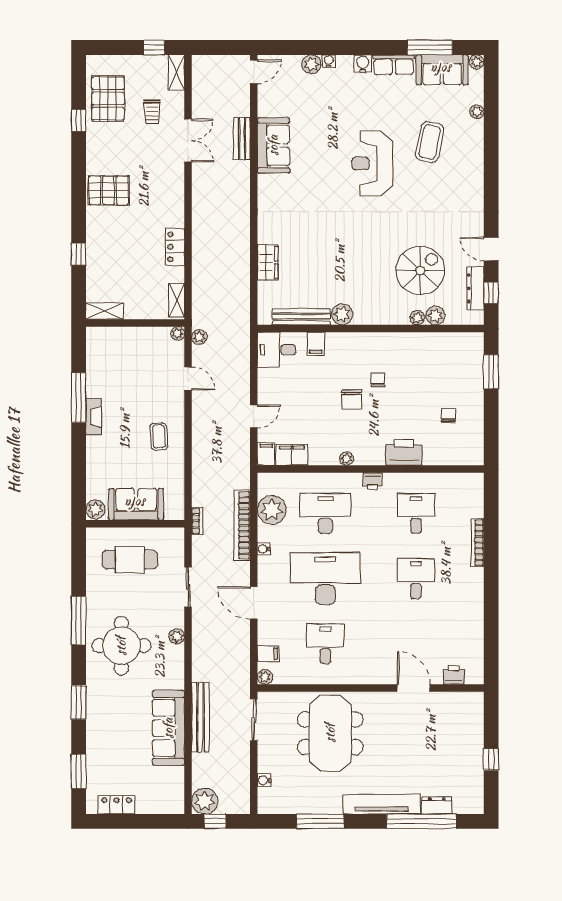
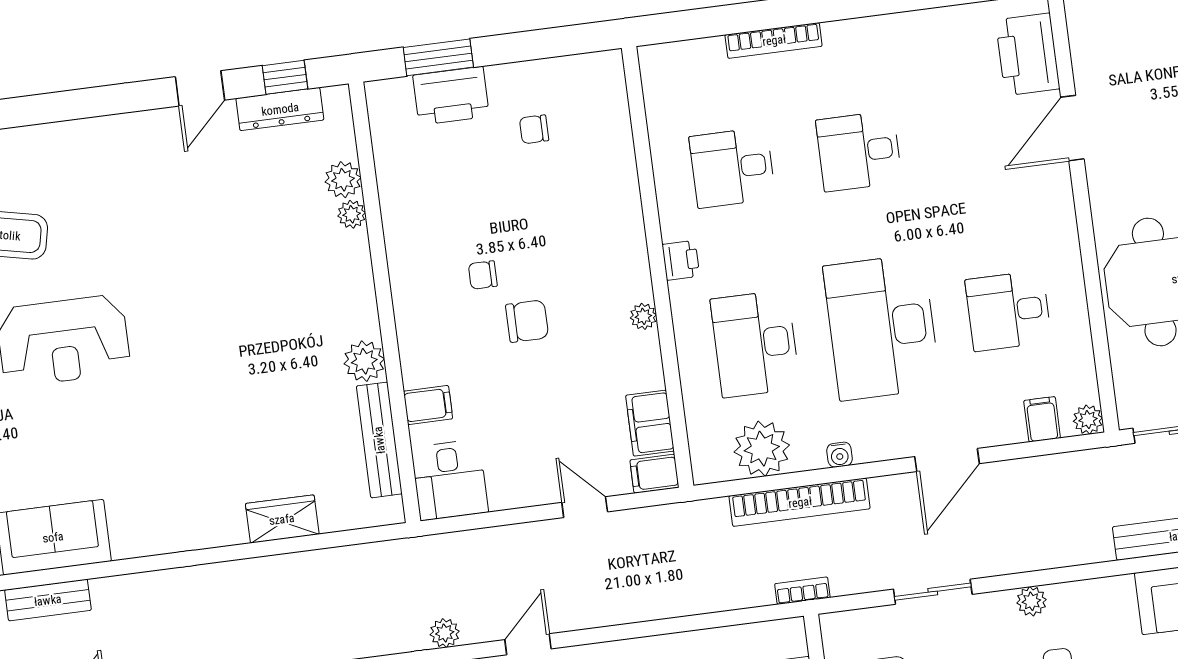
spiral stairs: (420, 271) -> (259, 220), removed
printer: (404, 452) -> (451, 96), moved, turned -90
printer: (454, 675) -> (1028, 54), width x1.87, depth x1.48

